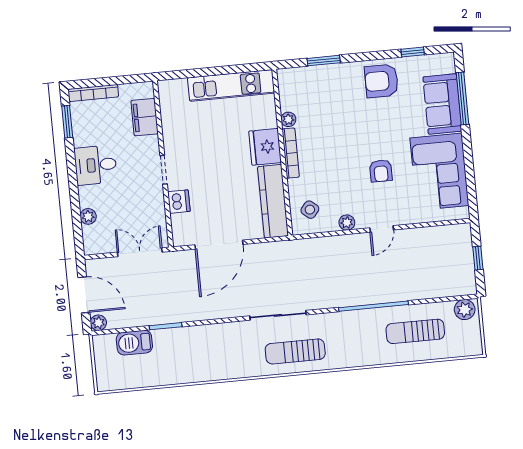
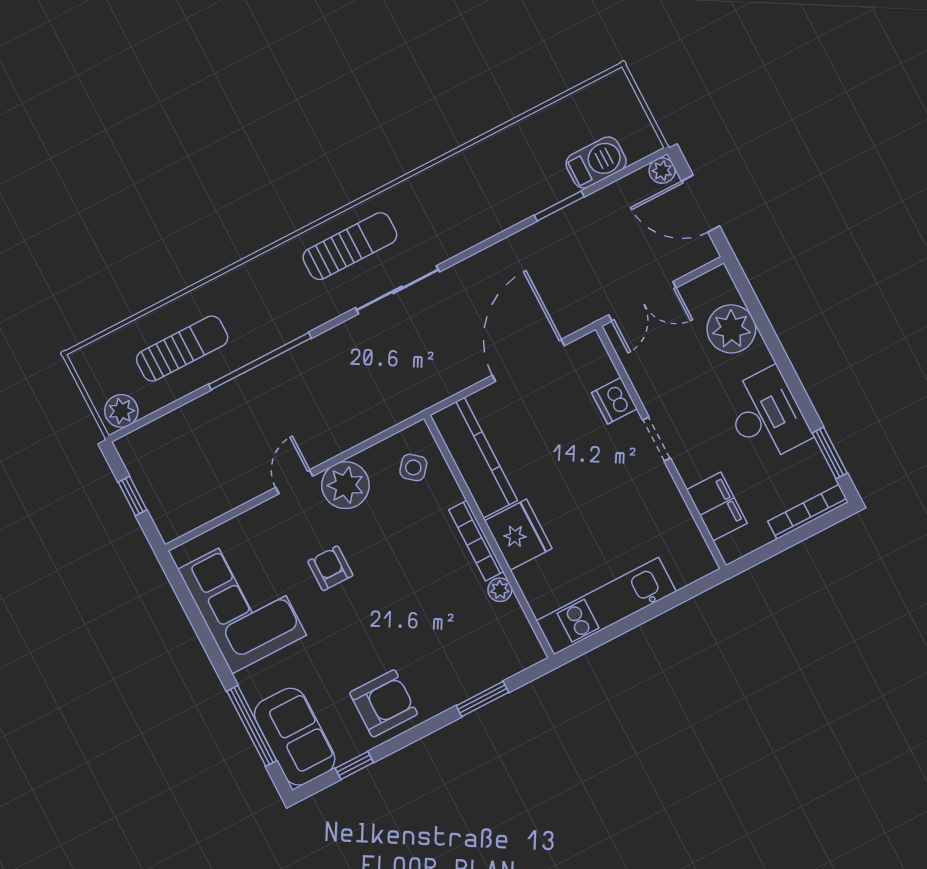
sofa: (442, 104) -> (295, 737), moved
desk: (96, 165) -> (766, 415), width x1.37
plant: (88, 216) -> (731, 329), width x1.88, depth x1.88
plant: (347, 223) -> (345, 485), width x1.87, depth x1.87

